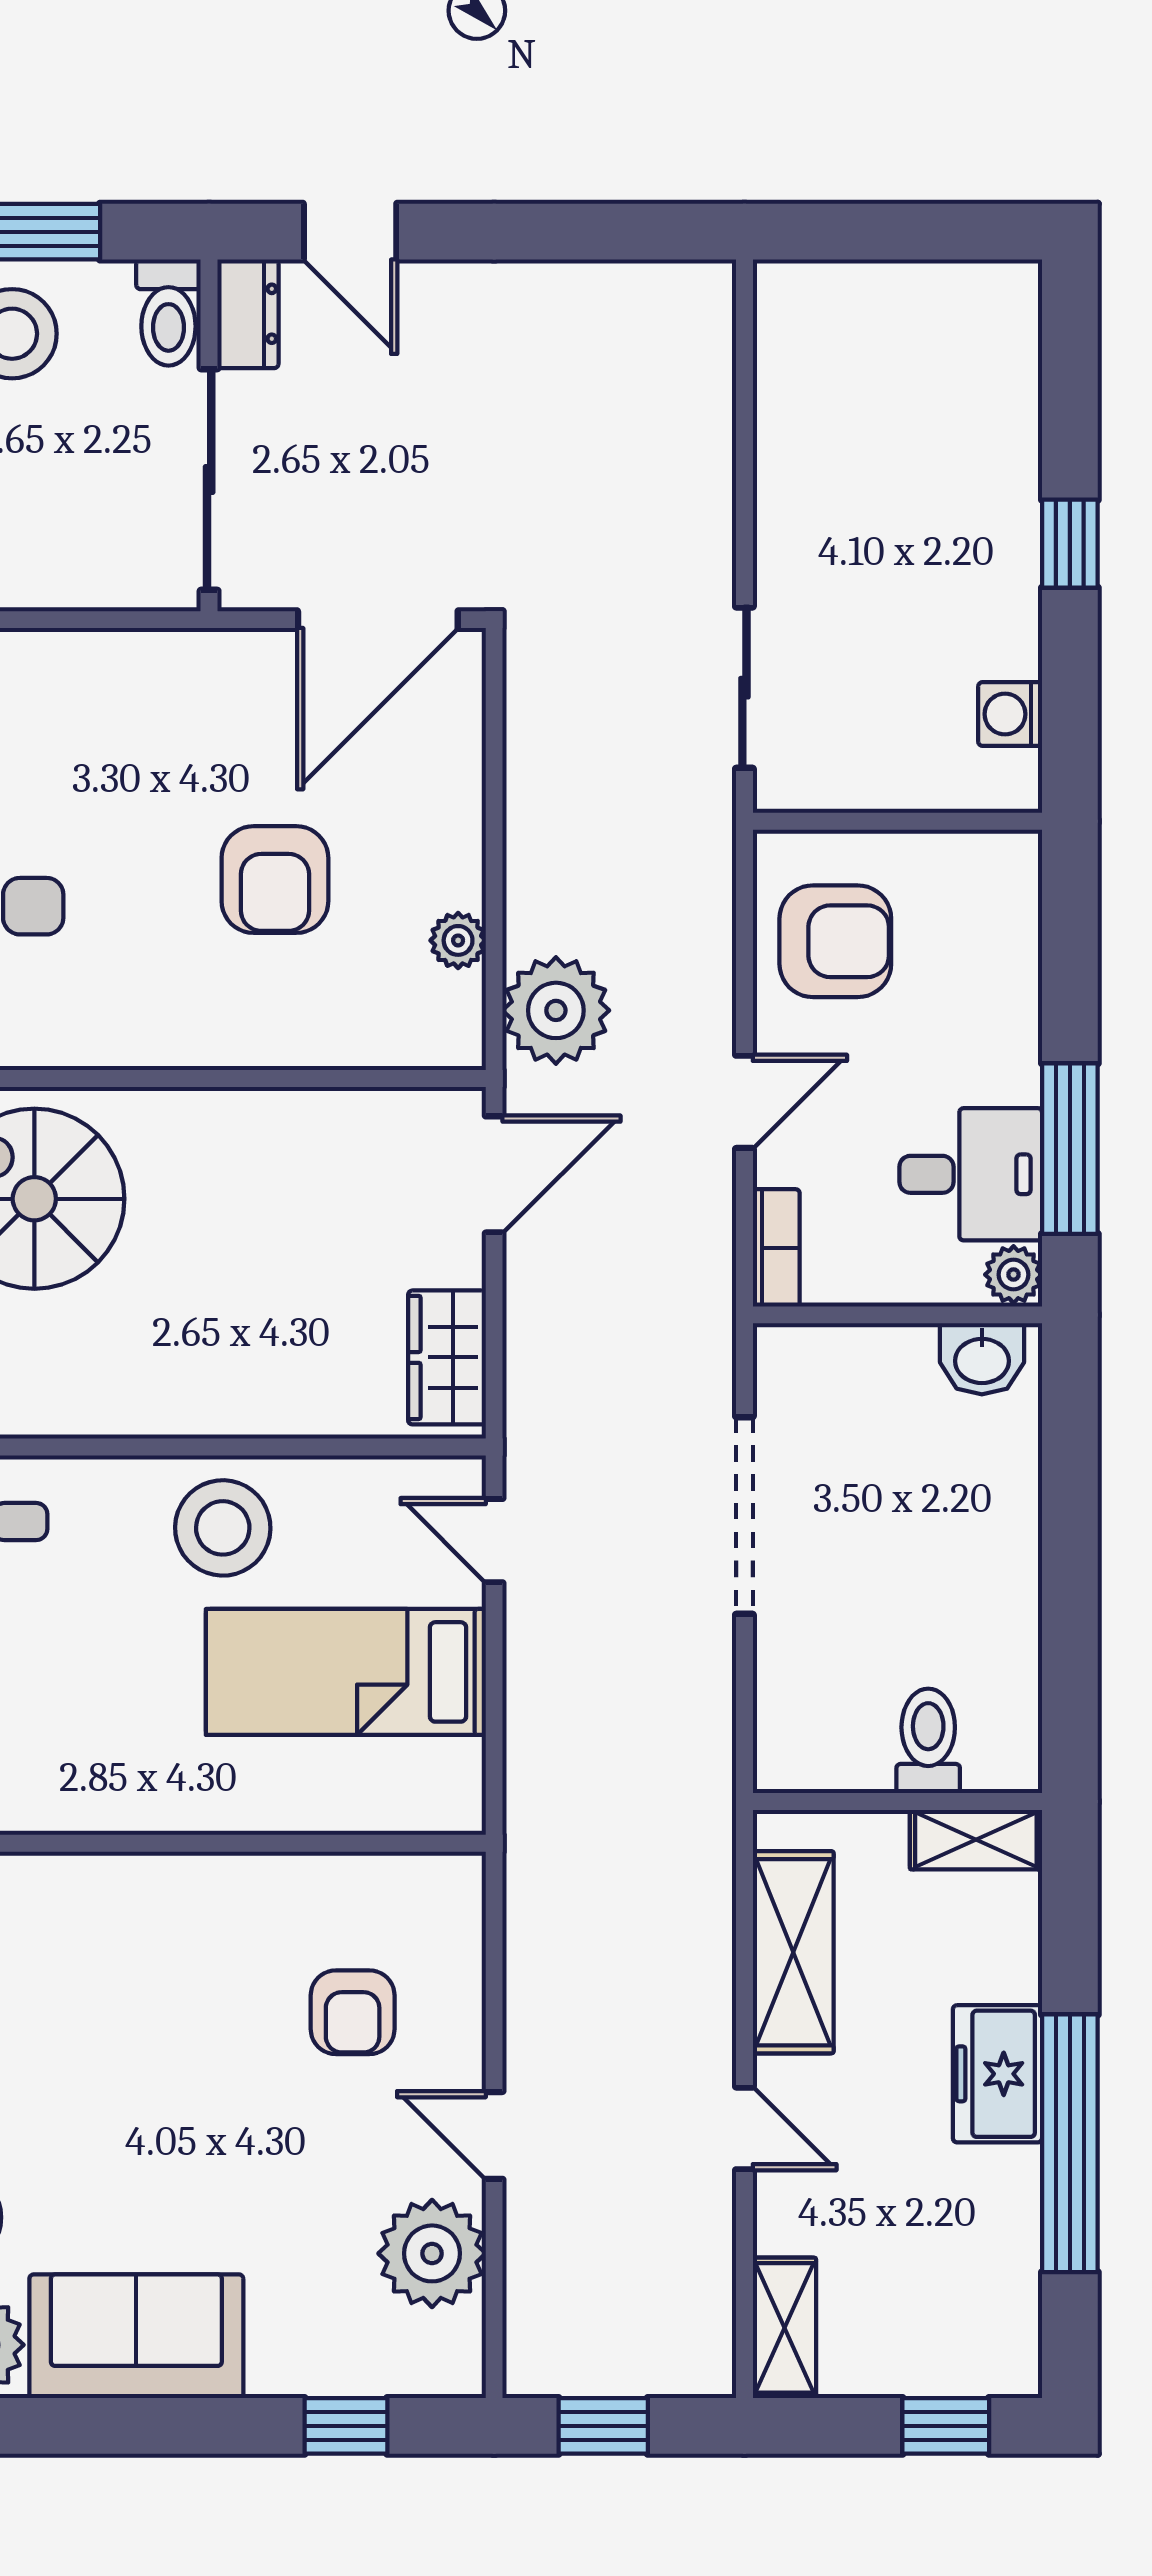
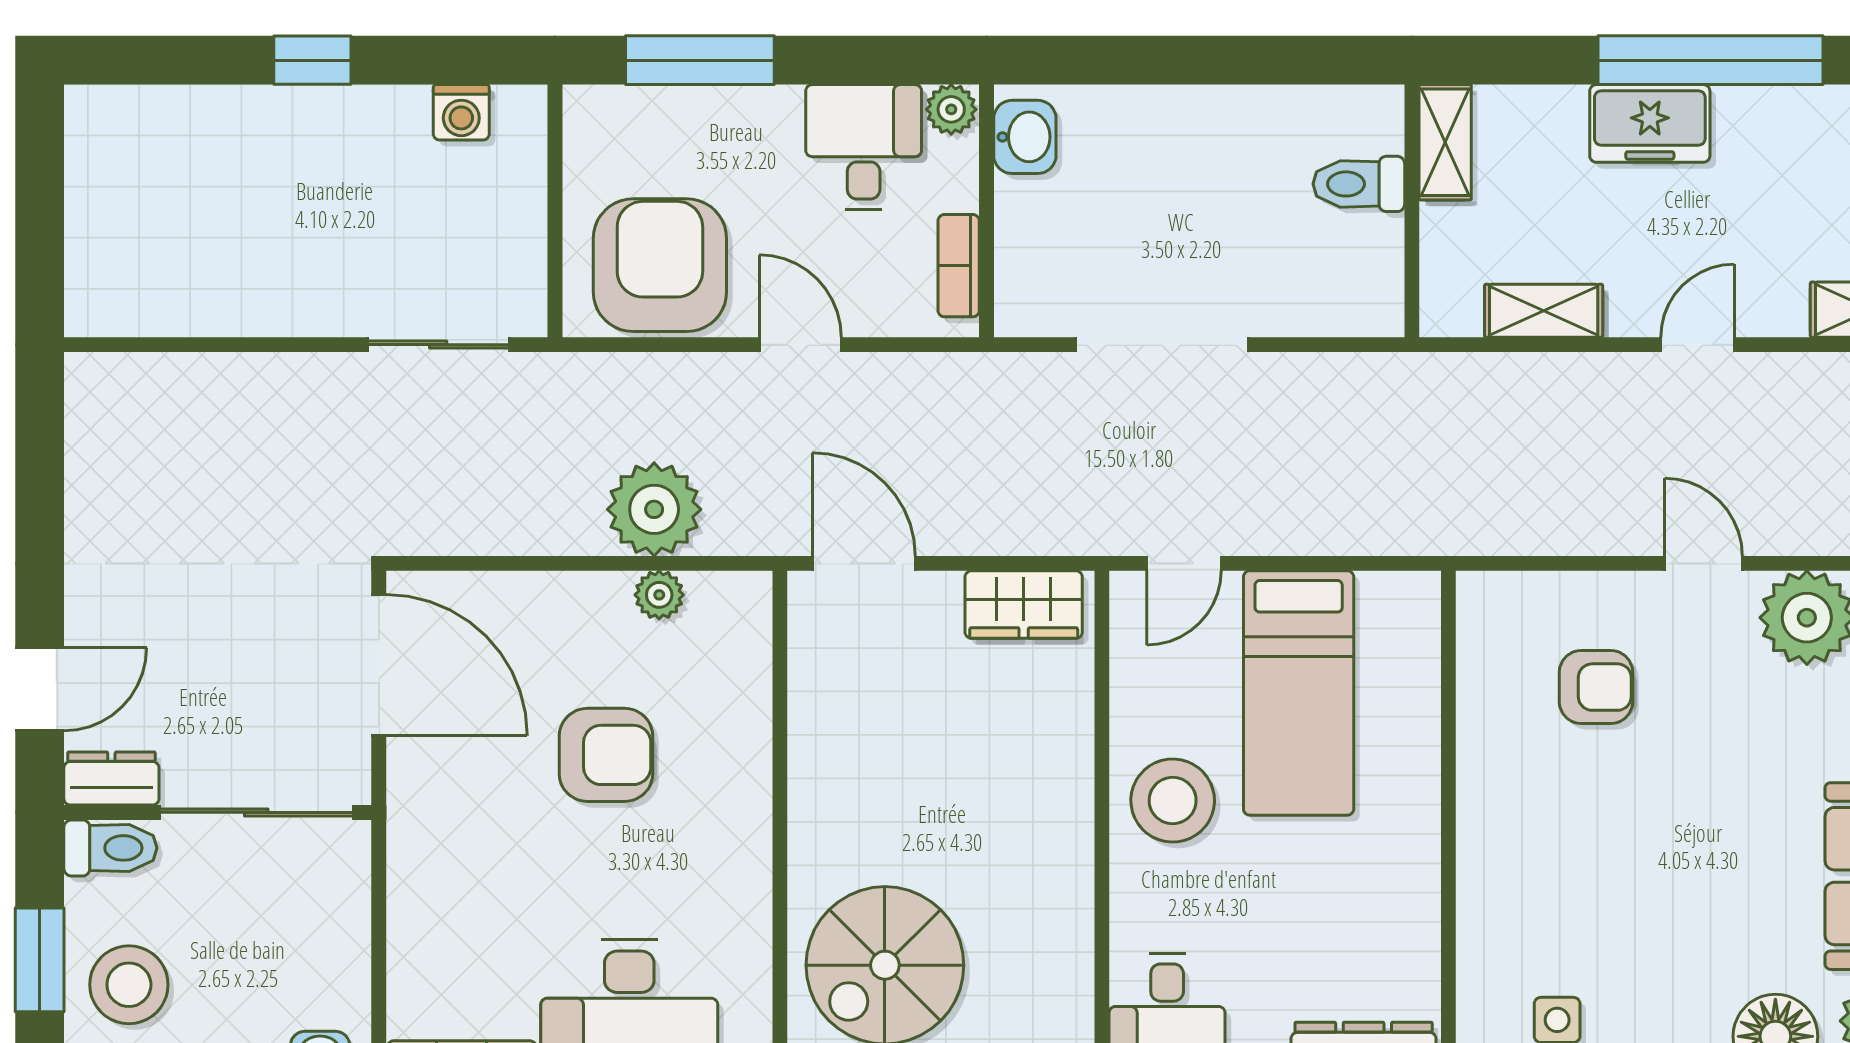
armchair: (835, 941) -> (660, 265), width x1.36, depth x1.36
plant: (556, 1010) -> (654, 509), moved
window: (1070, 1149) -> (700, 60), moved
bookcase: (776, 1248) -> (959, 266), moved, turned -90
shelving: (793, 1952) -> (1544, 311), width x0.67, depth x0.75
door: (494, 2135) -> (1704, 563), swing flipped

